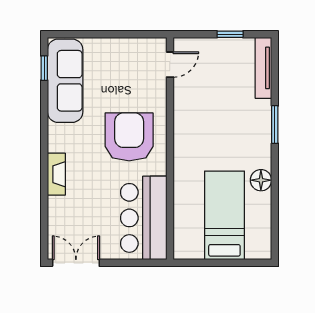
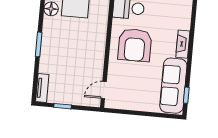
tv unit: (263, 68) -> (42, 88), width x0.71
fireplace: (56, 174) -> (183, 44), moved

